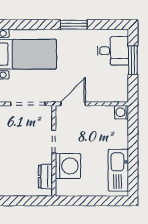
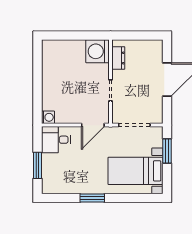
desk: (113, 51) -> (56, 140), moved
washing machine: (68, 166) -> (98, 51), moved
kitchen sink: (118, 170) -> (51, 64), removed

